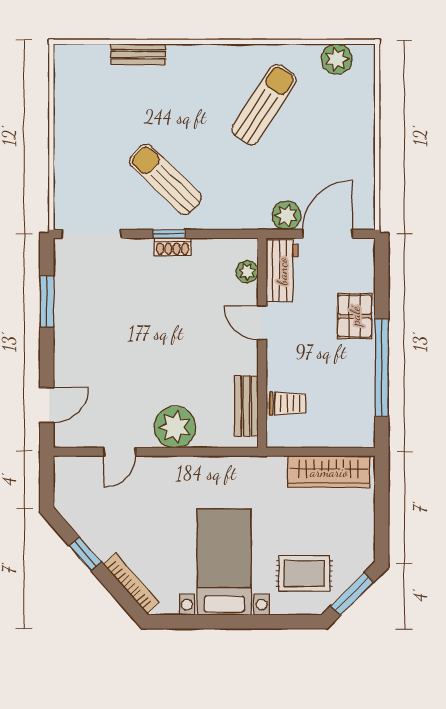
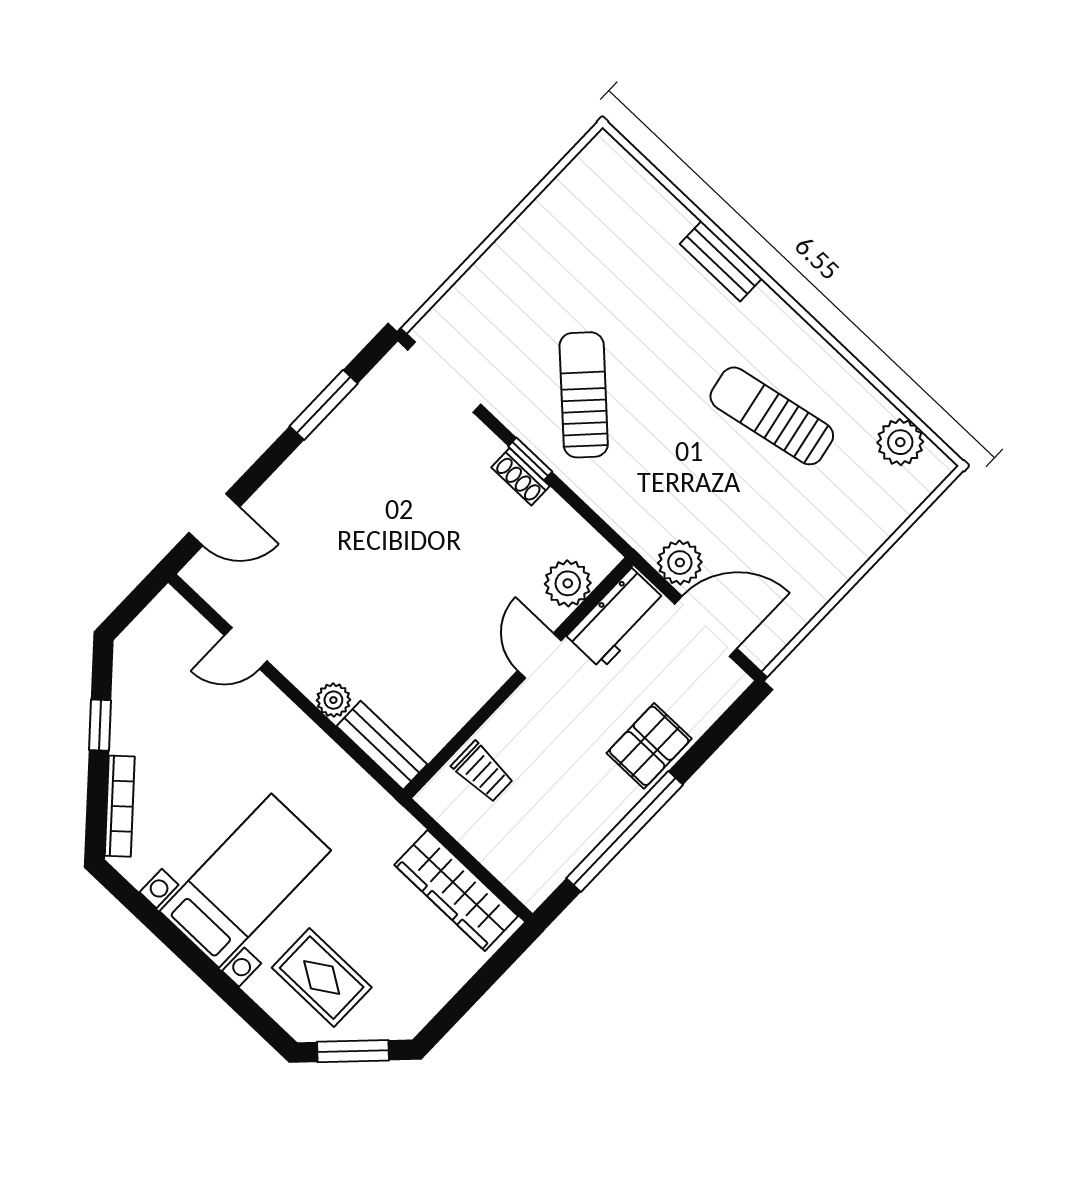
bench: (138, 54) -> (721, 261), moved
sun lounger: (264, 105) -> (772, 416), turned -134
plant: (247, 272) -> (568, 583), width x1.38, depth x1.38
bench: (247, 406) -> (382, 745), moved, turned 90
plant: (175, 427) -> (333, 700), width x0.53, depth x0.53

